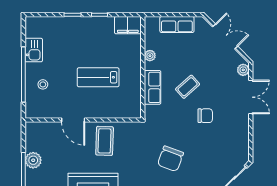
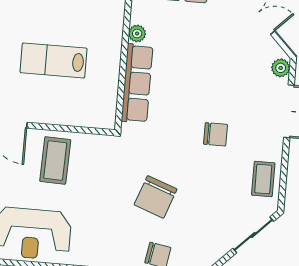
row of seats: (153, 87) -> (137, 83), width x1.48
coffee table: (188, 87) -> (263, 179), moved, turned -48

